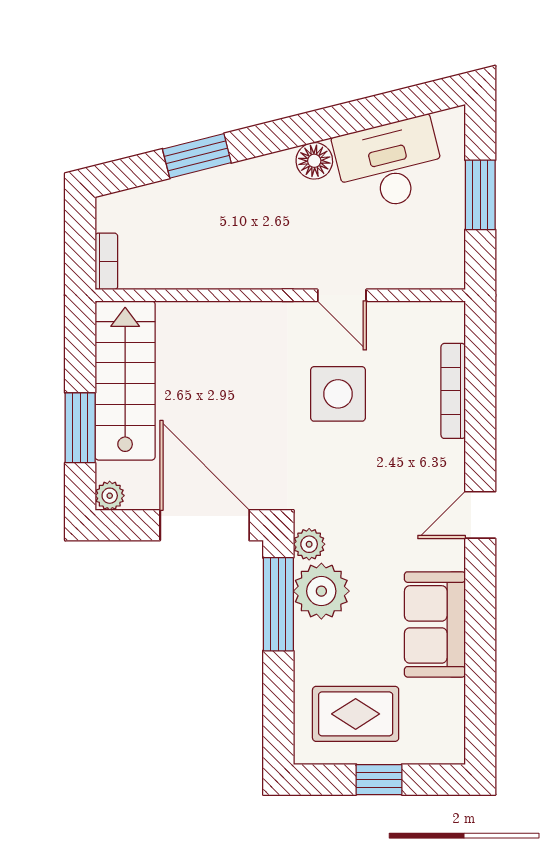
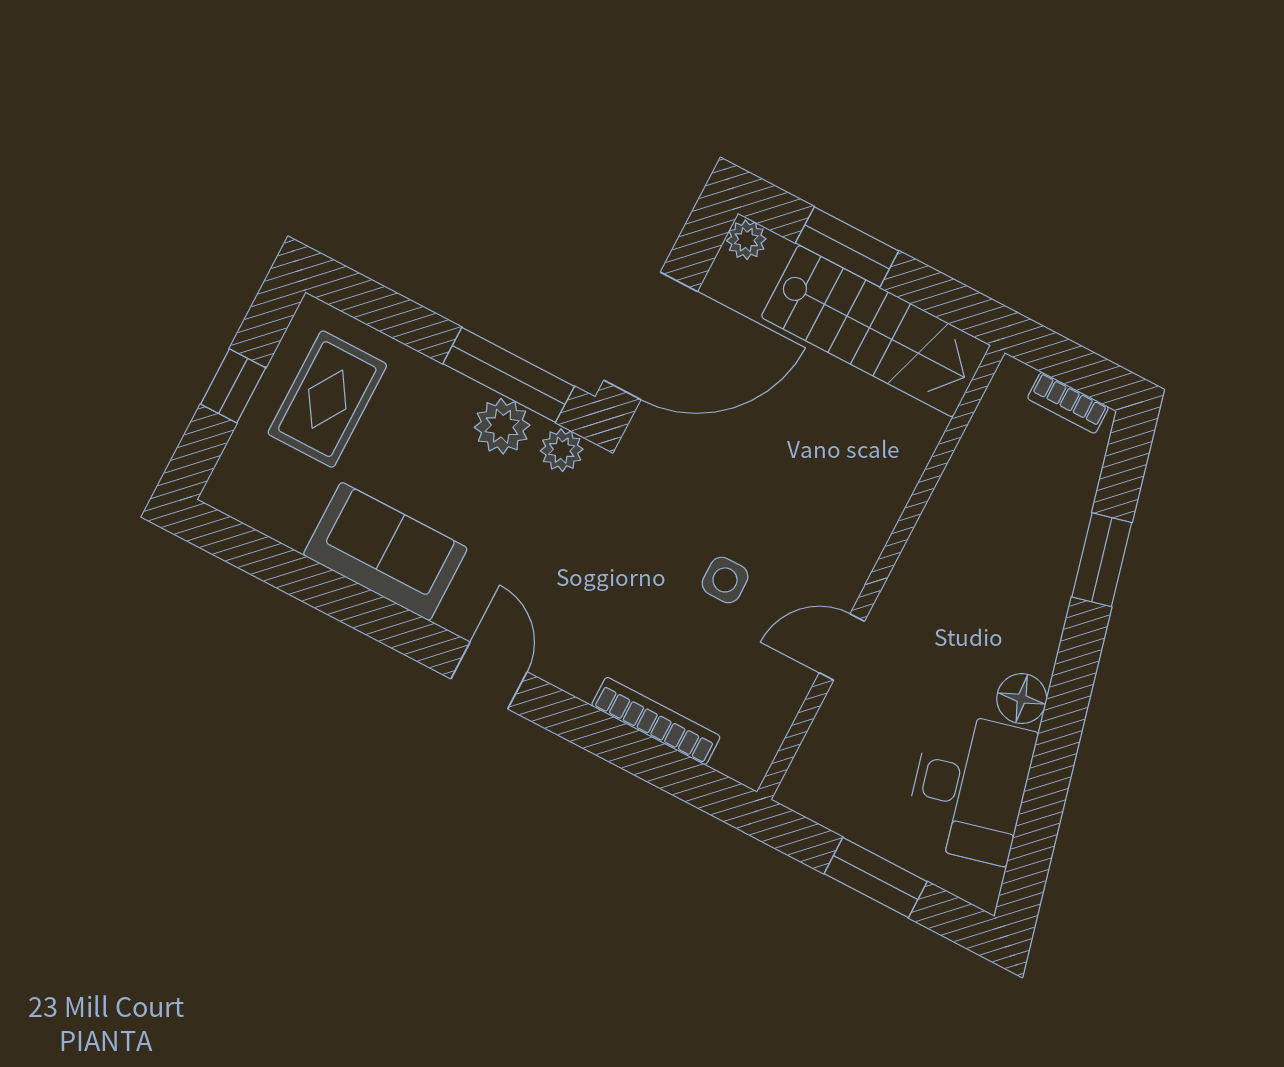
bookcase: (106, 261) -> (1068, 403), moved
side table: (338, 394) -> (725, 580), width x0.54, depth x0.54
plant: (321, 591) -> (502, 426), width x0.73, depth x0.73

